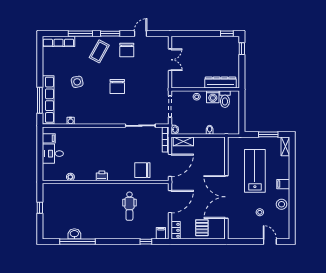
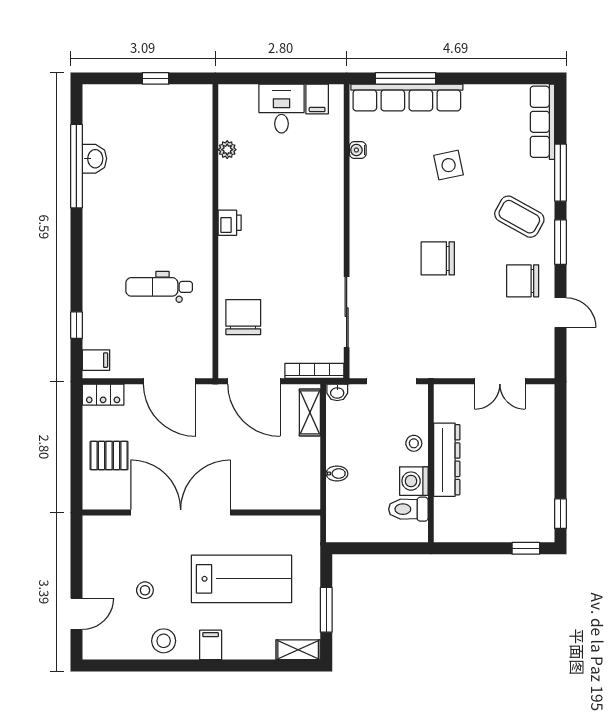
dresser: (221, 83) -> (447, 460), moved

